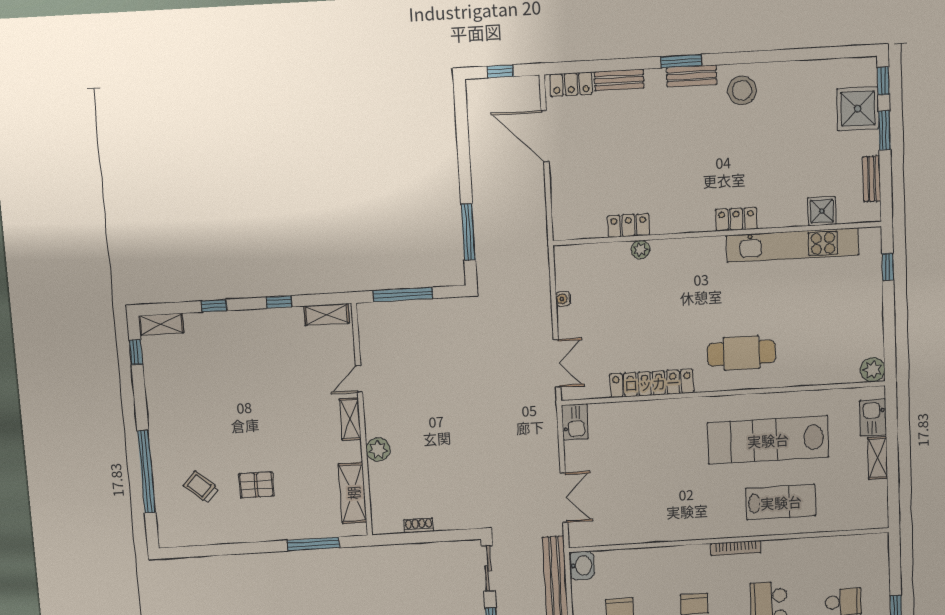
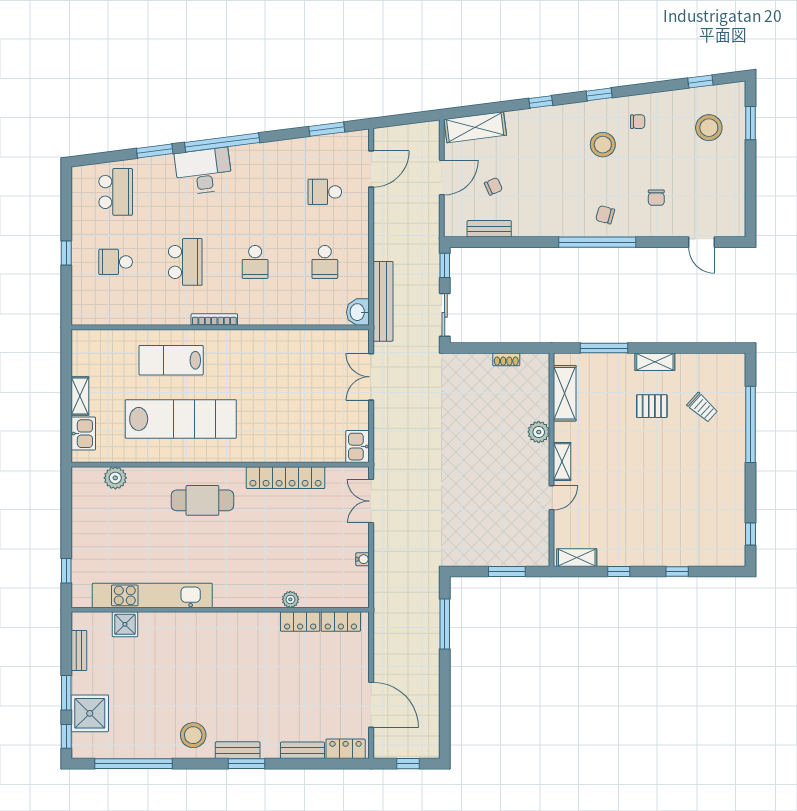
window: (808, 54) -> (134, 764), added
locker: (736, 219) -> (341, 622), moved
window: (403, 295) -> (507, 572), width x0.69
shelving: (161, 324) -> (655, 362), moved
plant: (873, 370) -> (115, 478), moved

